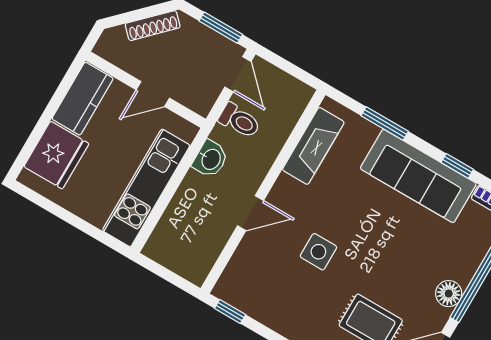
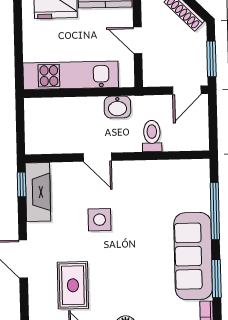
toilet: (240, 121) -> (152, 136), moved, turned 180
window: (385, 124) -> (215, 211), width x1.44
fireplace: (313, 146) -> (38, 192), moved, turned -90
window: (457, 166) -> (216, 278), width x1.50

